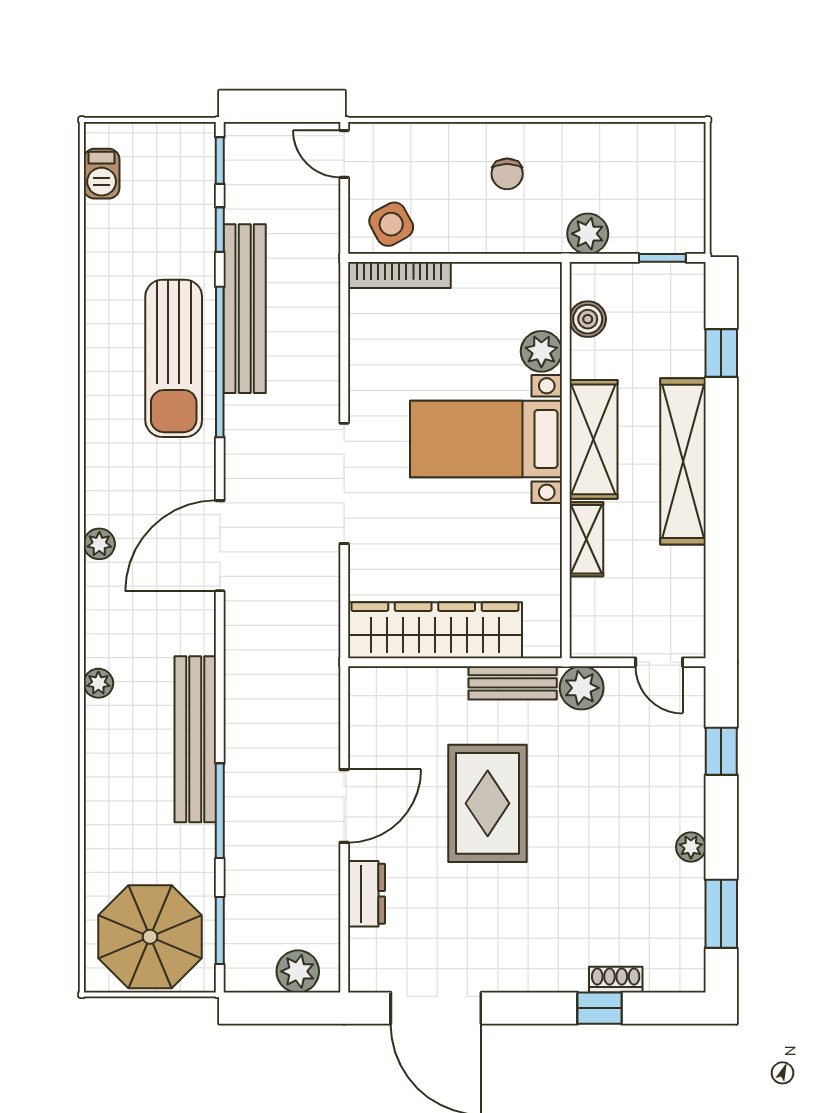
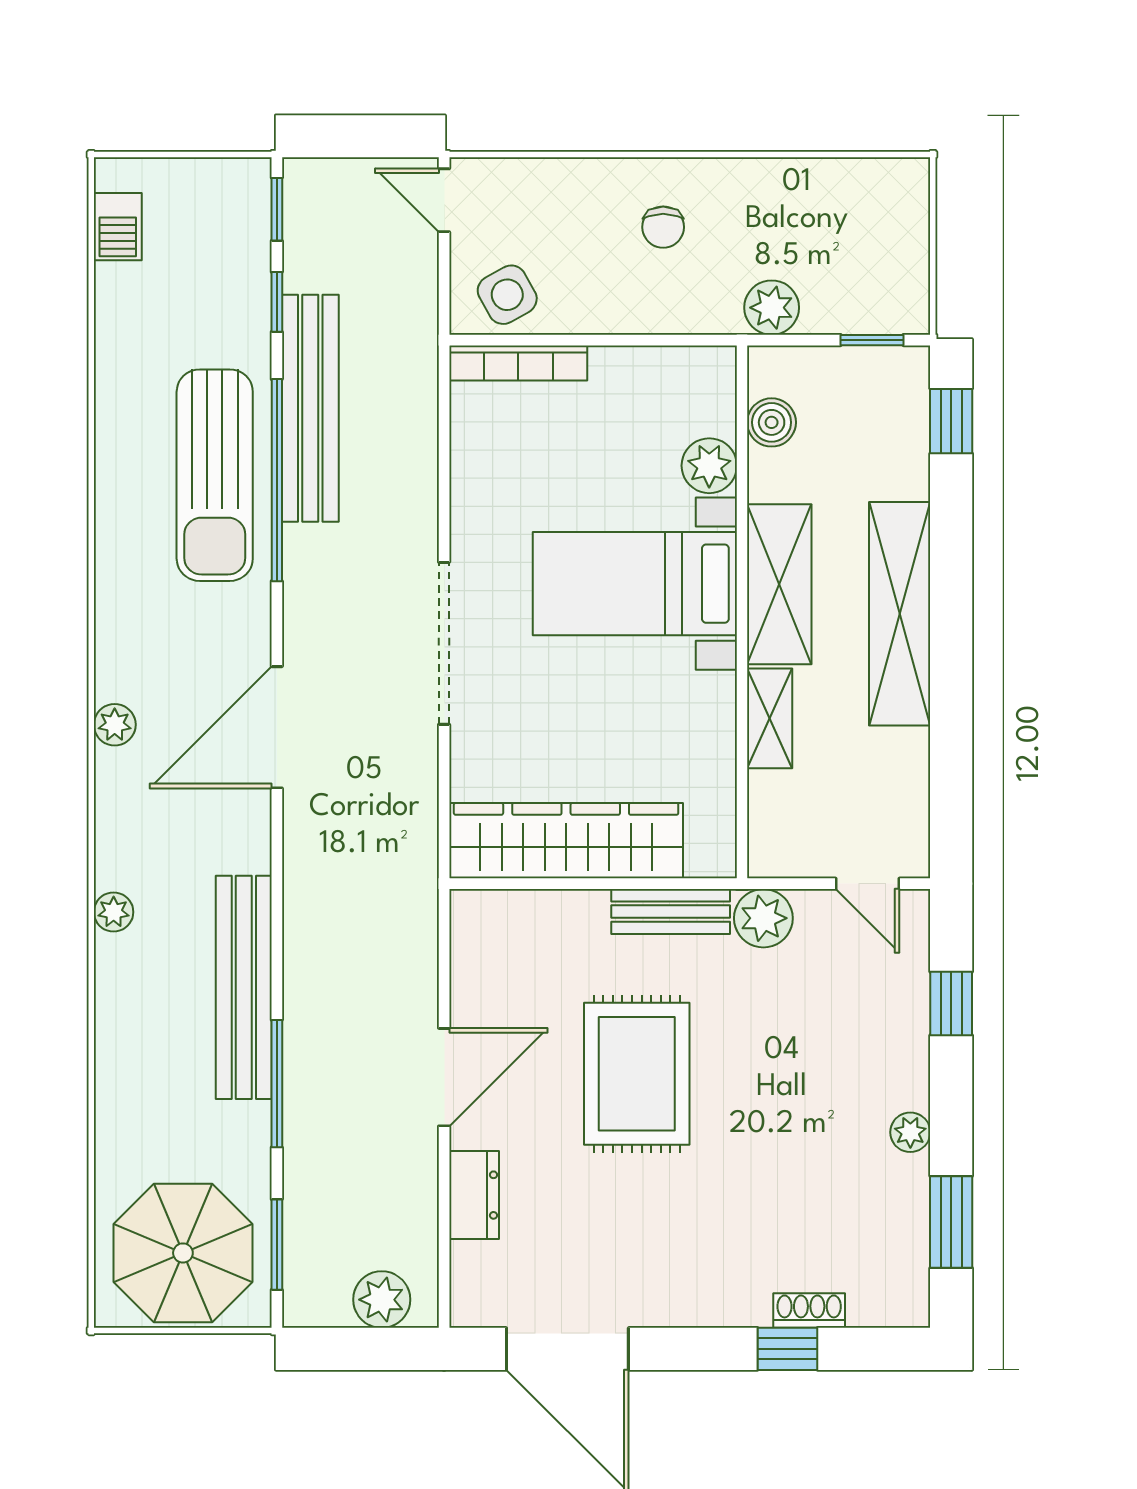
window: (721, 353) -> (951, 421), moved

